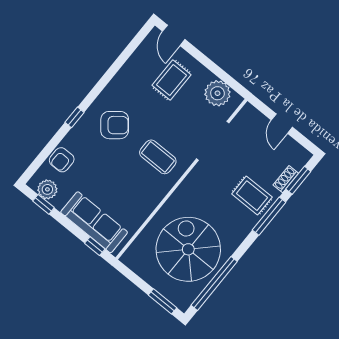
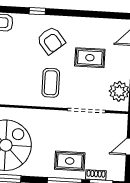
rug: (171, 80) -> (90, 58), moved
rug: (252, 196) -> (70, 161), turned 90

